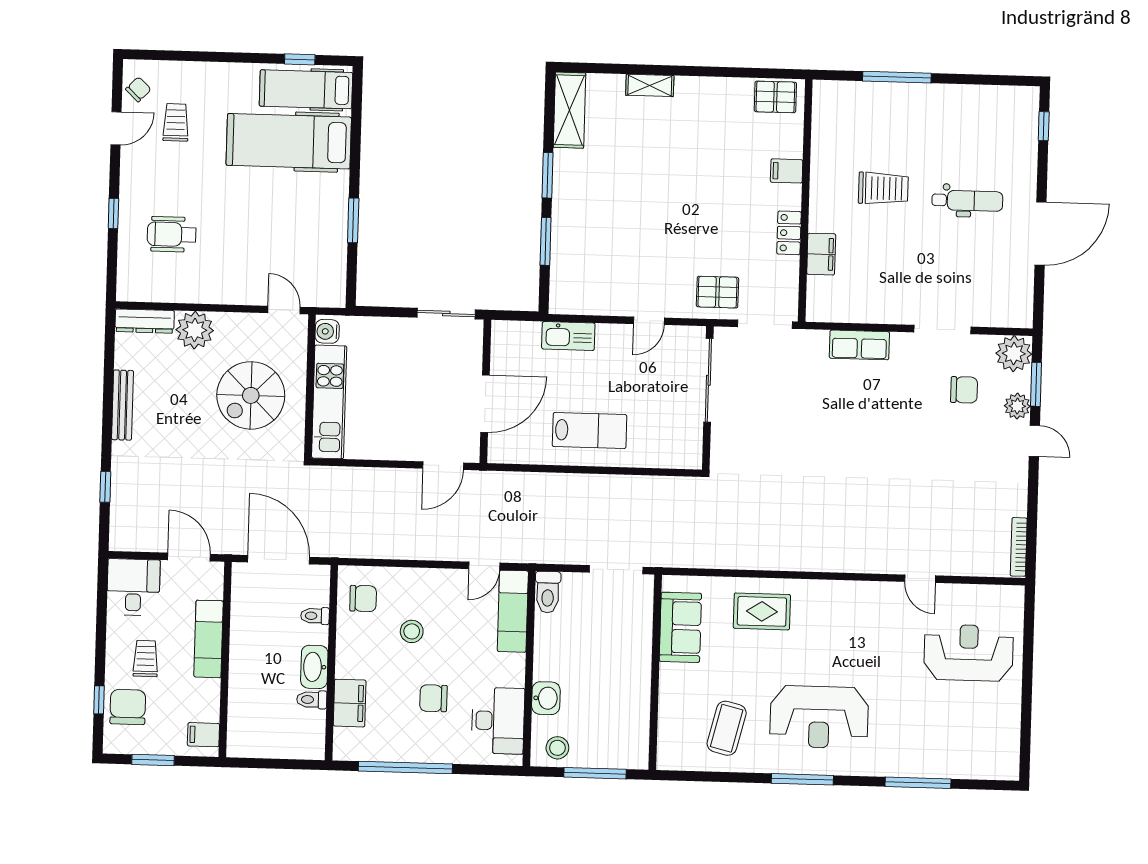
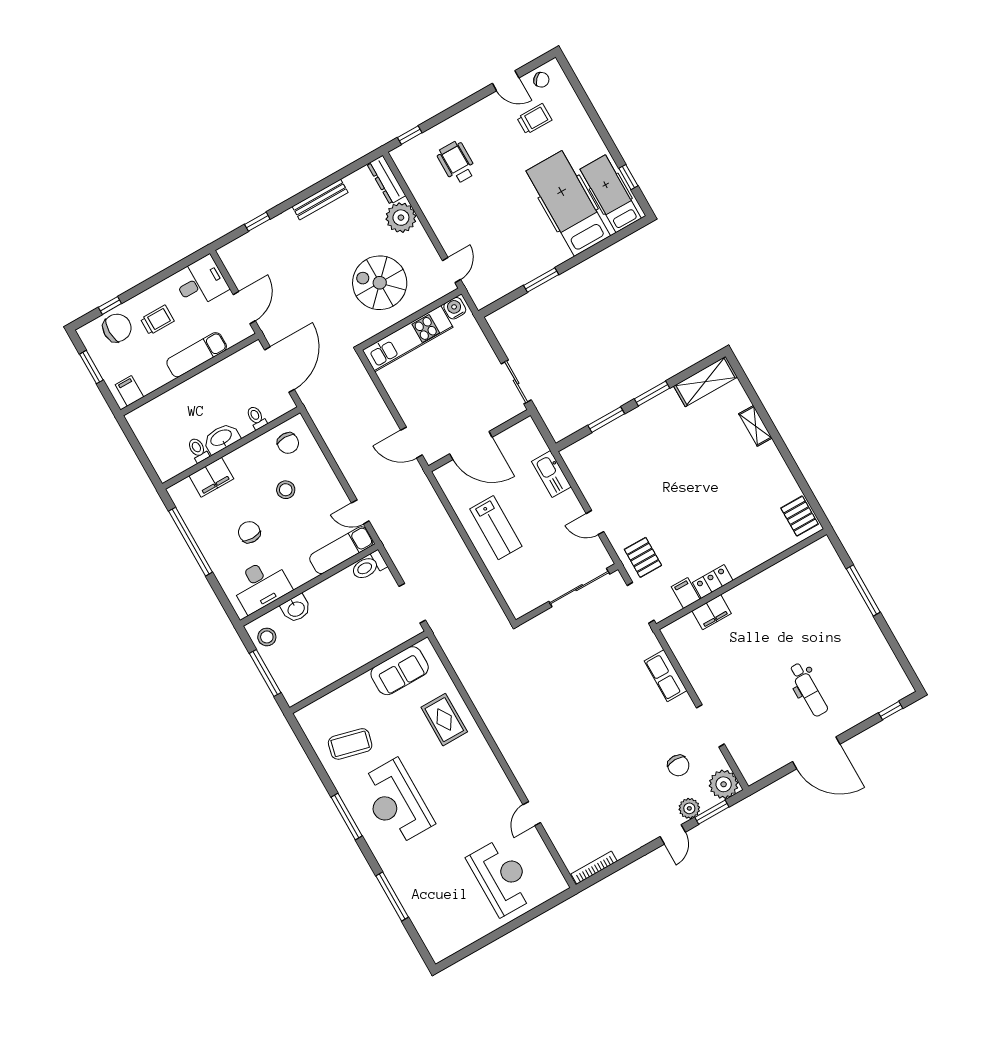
filing cabinet: (787, 171) -> (686, 593), moved
trolley: (883, 188) -> (782, 627), removed
window: (113, 213) -> (410, 135), moved

